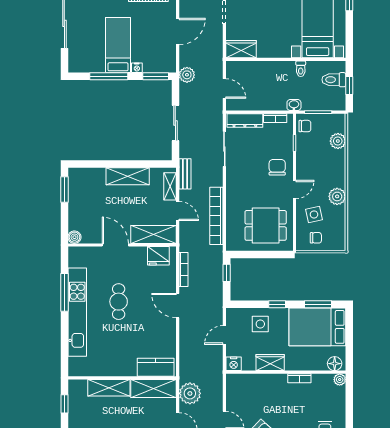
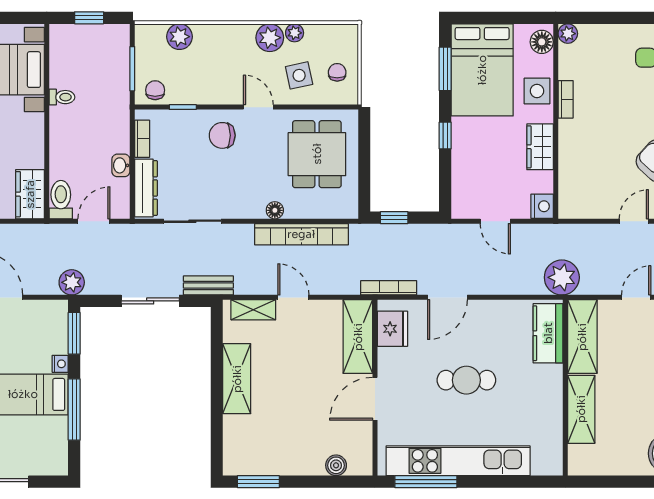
toilet: (334, 80) -> (61, 200), moved, turned 180
washbasin: (294, 105) -> (121, 165), moved
bench: (185, 174) -> (208, 285), moved
floor lamp: (231, 200) -> (275, 210), added
door: (178, 211) -> (293, 297), hinge flipped
plant: (340, 212) -> (295, 33), added
shelving: (154, 234) -> (358, 337), moved
door: (115, 245) -> (375, 399), moved
wall: (122, 245) -> (375, 388), moved
fridge: (158, 256) -> (392, 329), moved
cafe table: (119, 302) -> (466, 380), moved
side table: (260, 324) -> (537, 91), moved
plant: (190, 393) -> (562, 277), moved
window: (64, 404) -> (607, 482), removed

